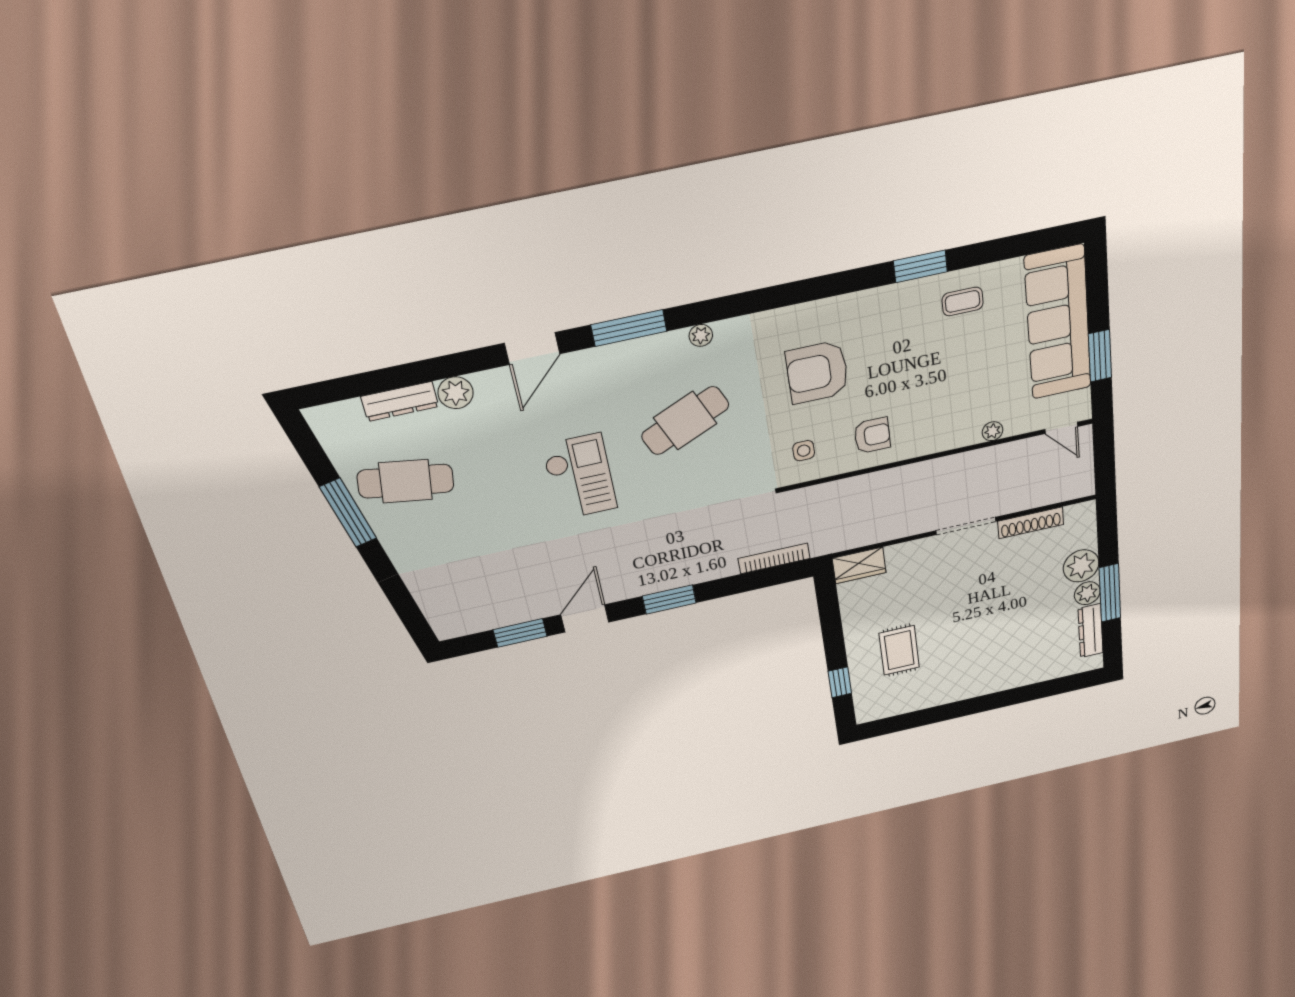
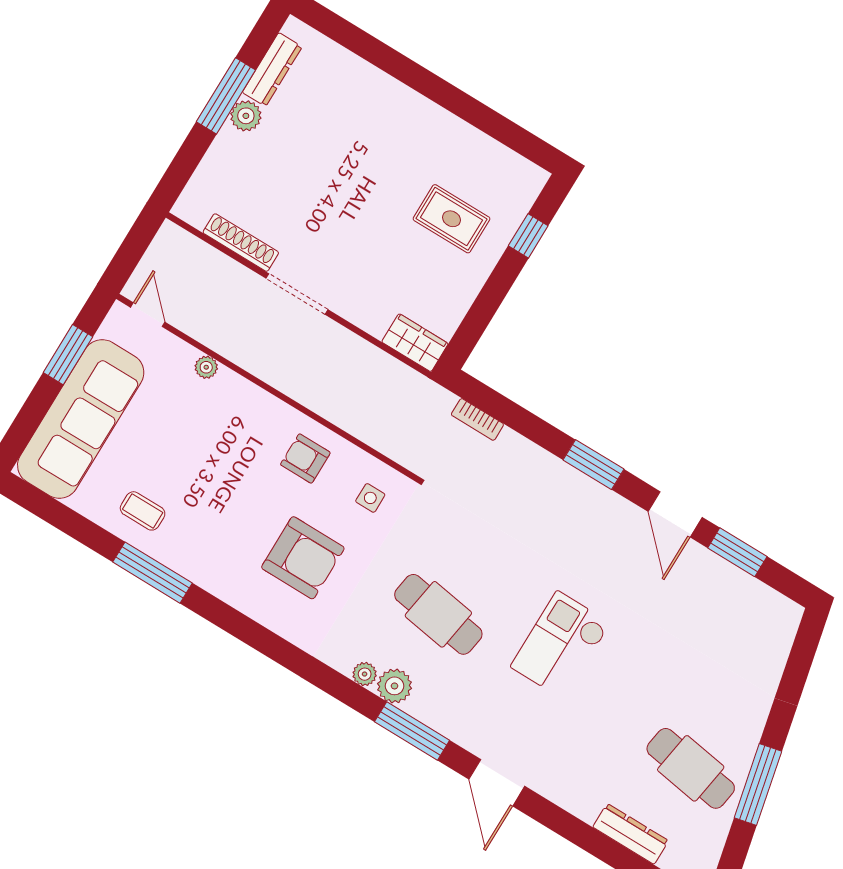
window: (920, 266) -> (153, 573), width x1.44
door: (532, 349) -> (497, 783), swing flipped
plant: (456, 393) -> (395, 686), moved
cafe table: (685, 421) -> (438, 614), turned 33
bookcase: (774, 559) -> (477, 419), width x0.64
plant: (1081, 566) -> (230, 152), removed
door: (585, 618) -> (675, 514), hinge flipped
rug: (899, 650) -> (451, 219), turned 90

